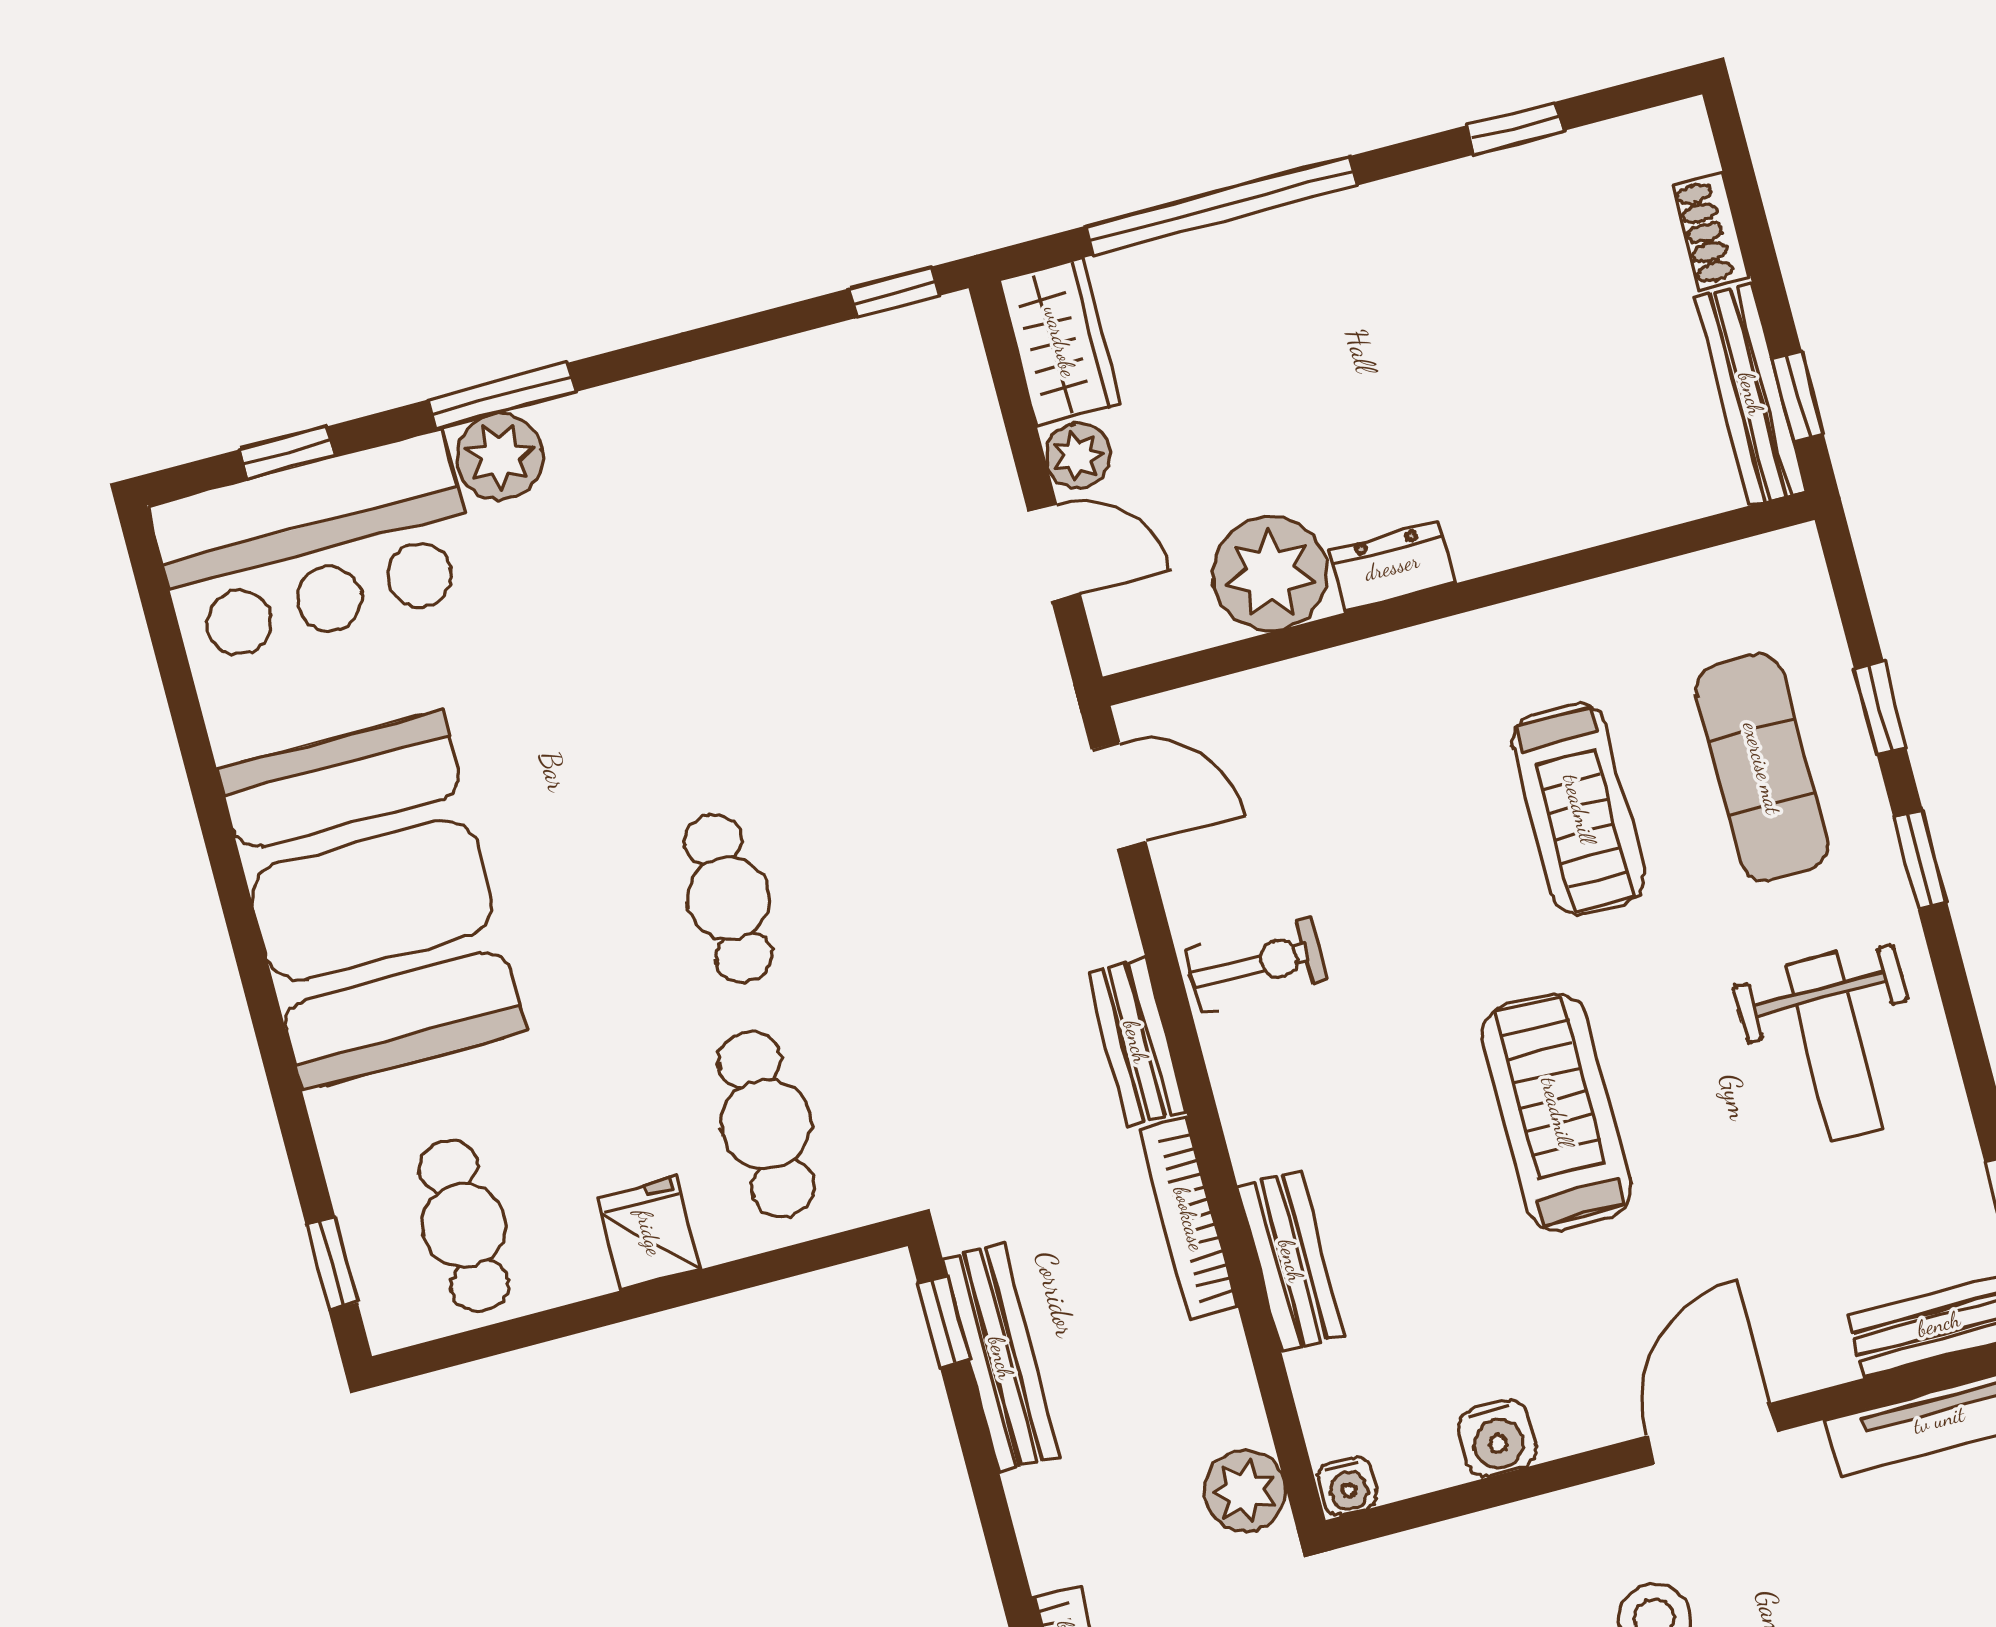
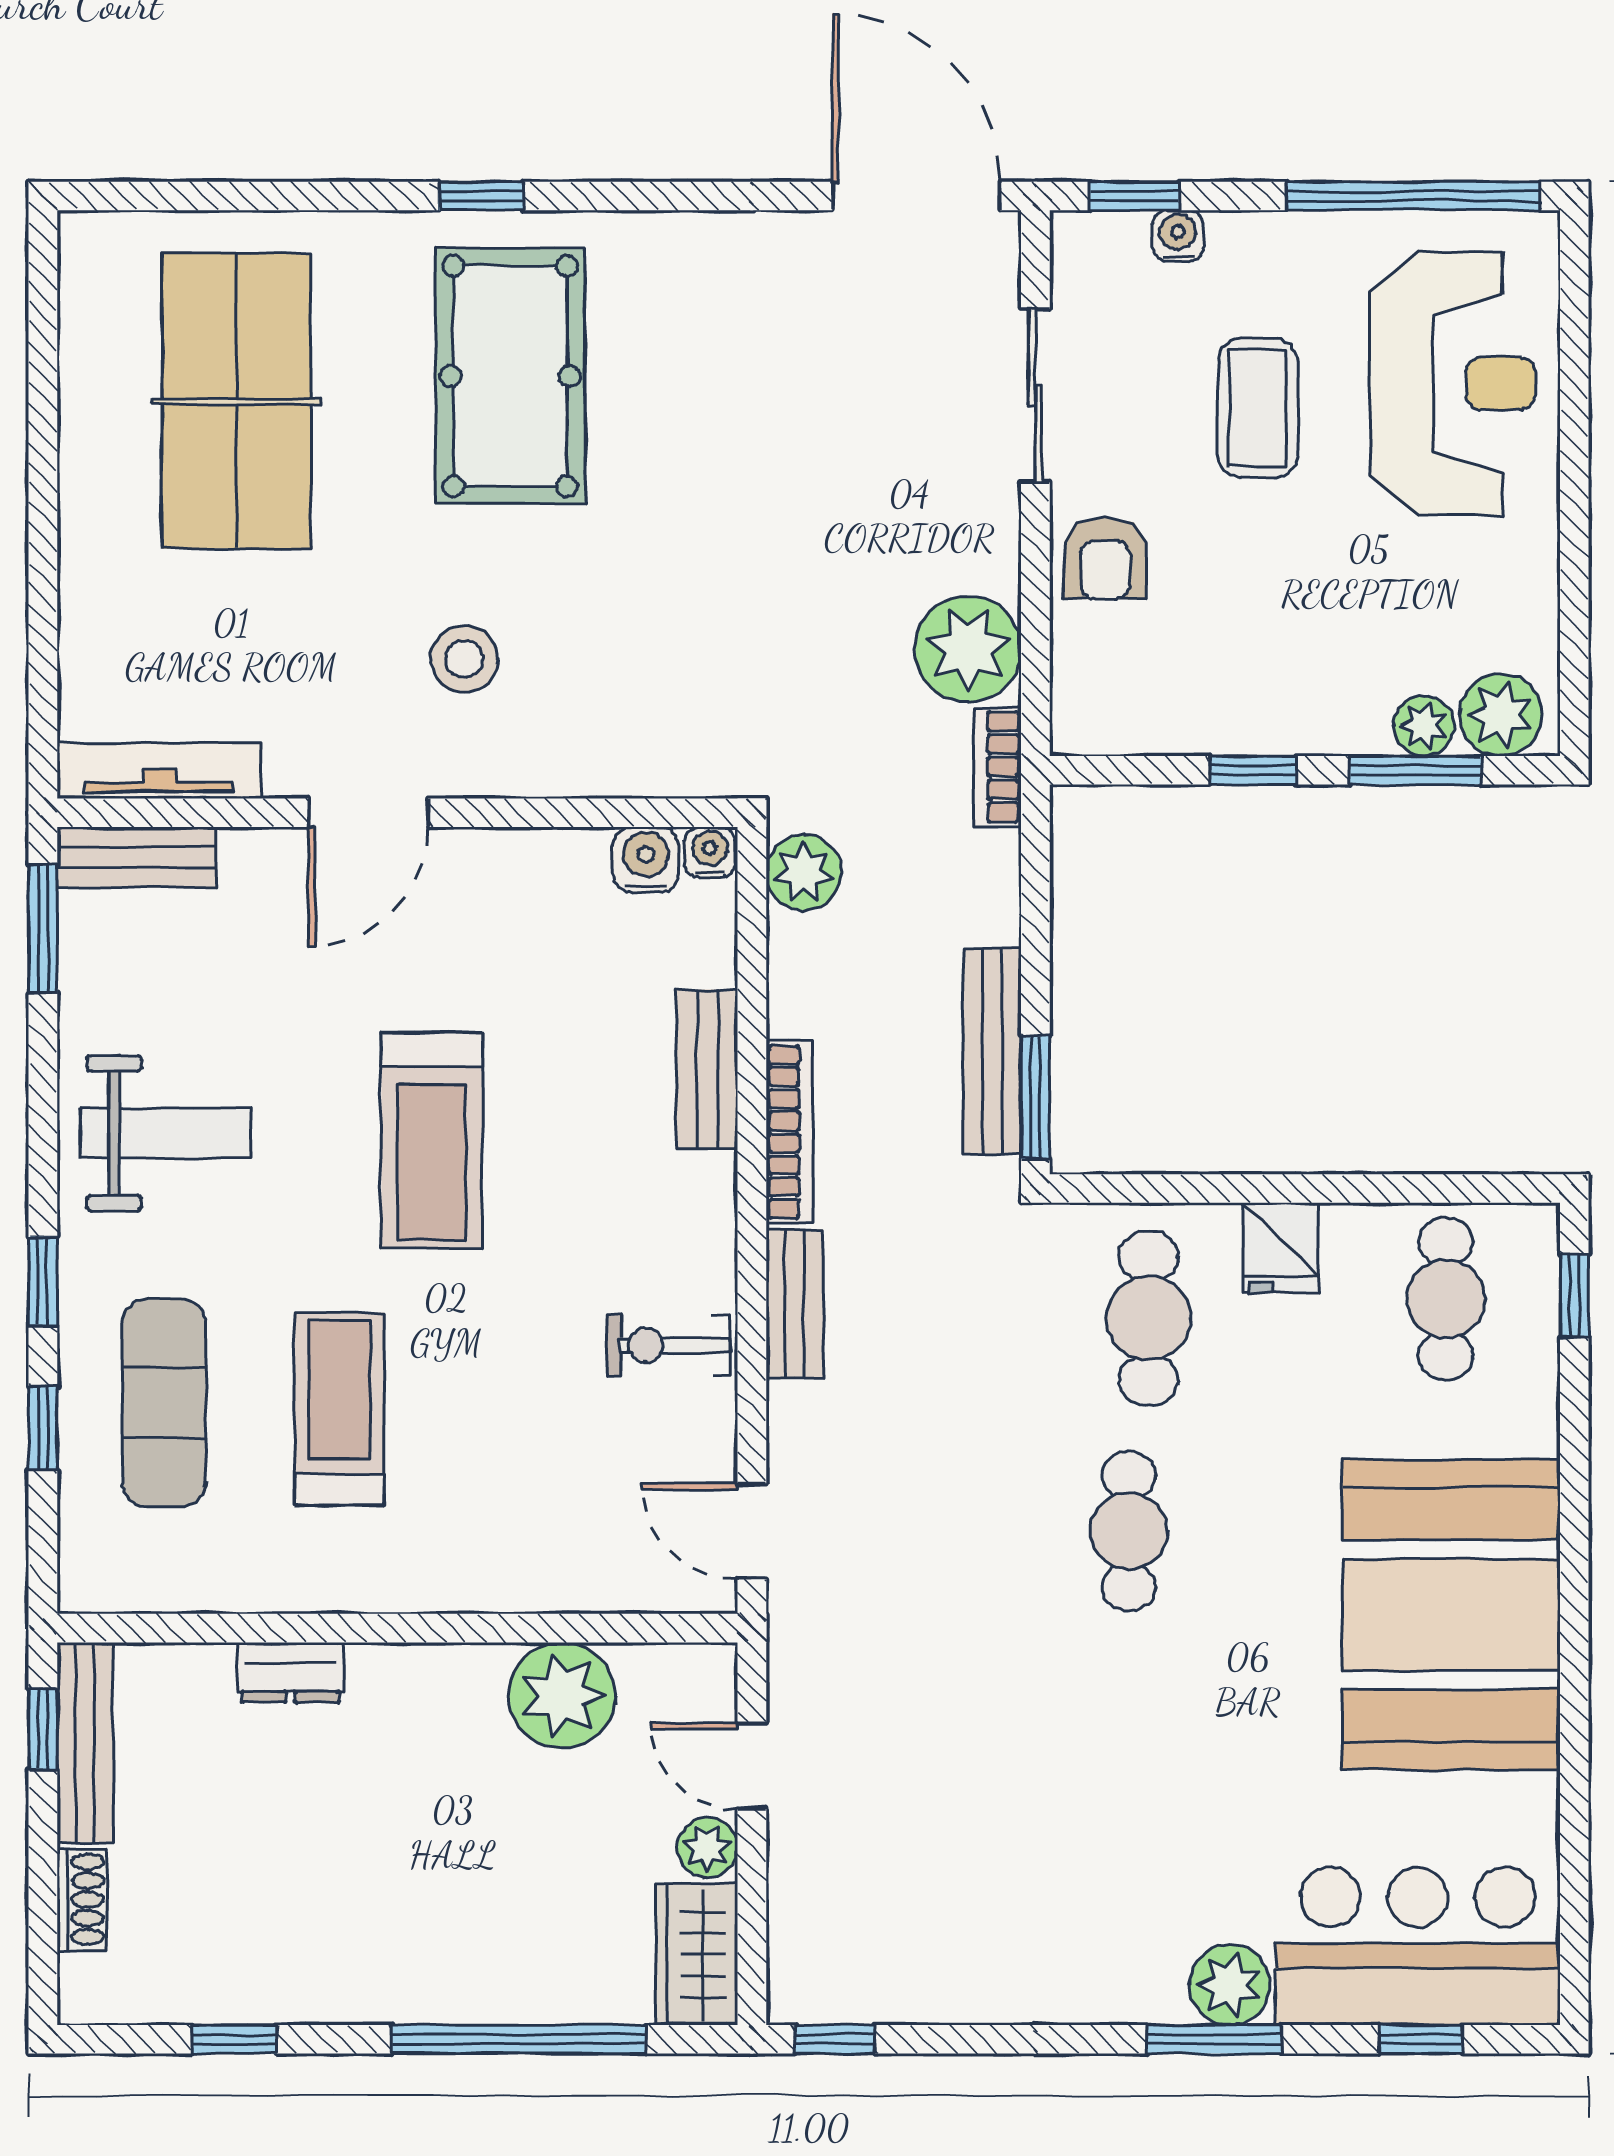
dresser: (1392, 567) -> (290, 1672), moved
weight bench: (1834, 1047) -> (165, 1133), turned 90
window: (944, 1322) -> (1035, 1097), width x1.50
water cooler: (1497, 1438) -> (646, 860), moved

